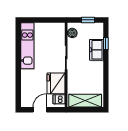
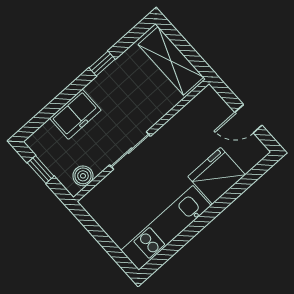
window: (106, 44) -> (102, 64), moved
fridge: (56, 83) -> (217, 176), moved, turned 180
dishwasher: (59, 99) -> (205, 103), removed

